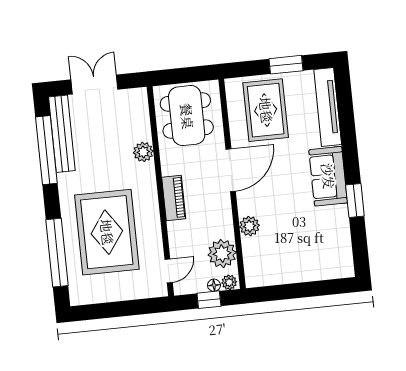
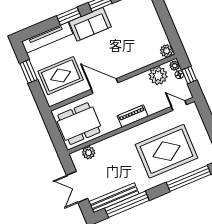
window: (350, 149) -> (69, 16), added
plant: (143, 152) -> (89, 153), moved
plant: (249, 226) -> (167, 51), moved

